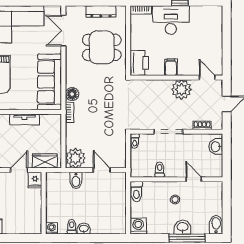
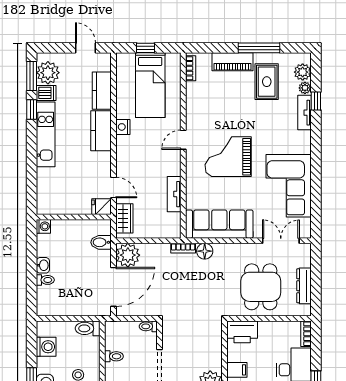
door: (102, 170) -> (113, 287), width x1.88
bidet: (76, 180) -> (101, 242), moved
washing machine: (138, 226) -> (46, 347), moved
toilet: (72, 227) -> (45, 280), moved

